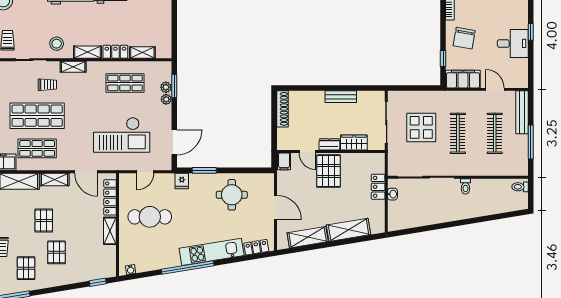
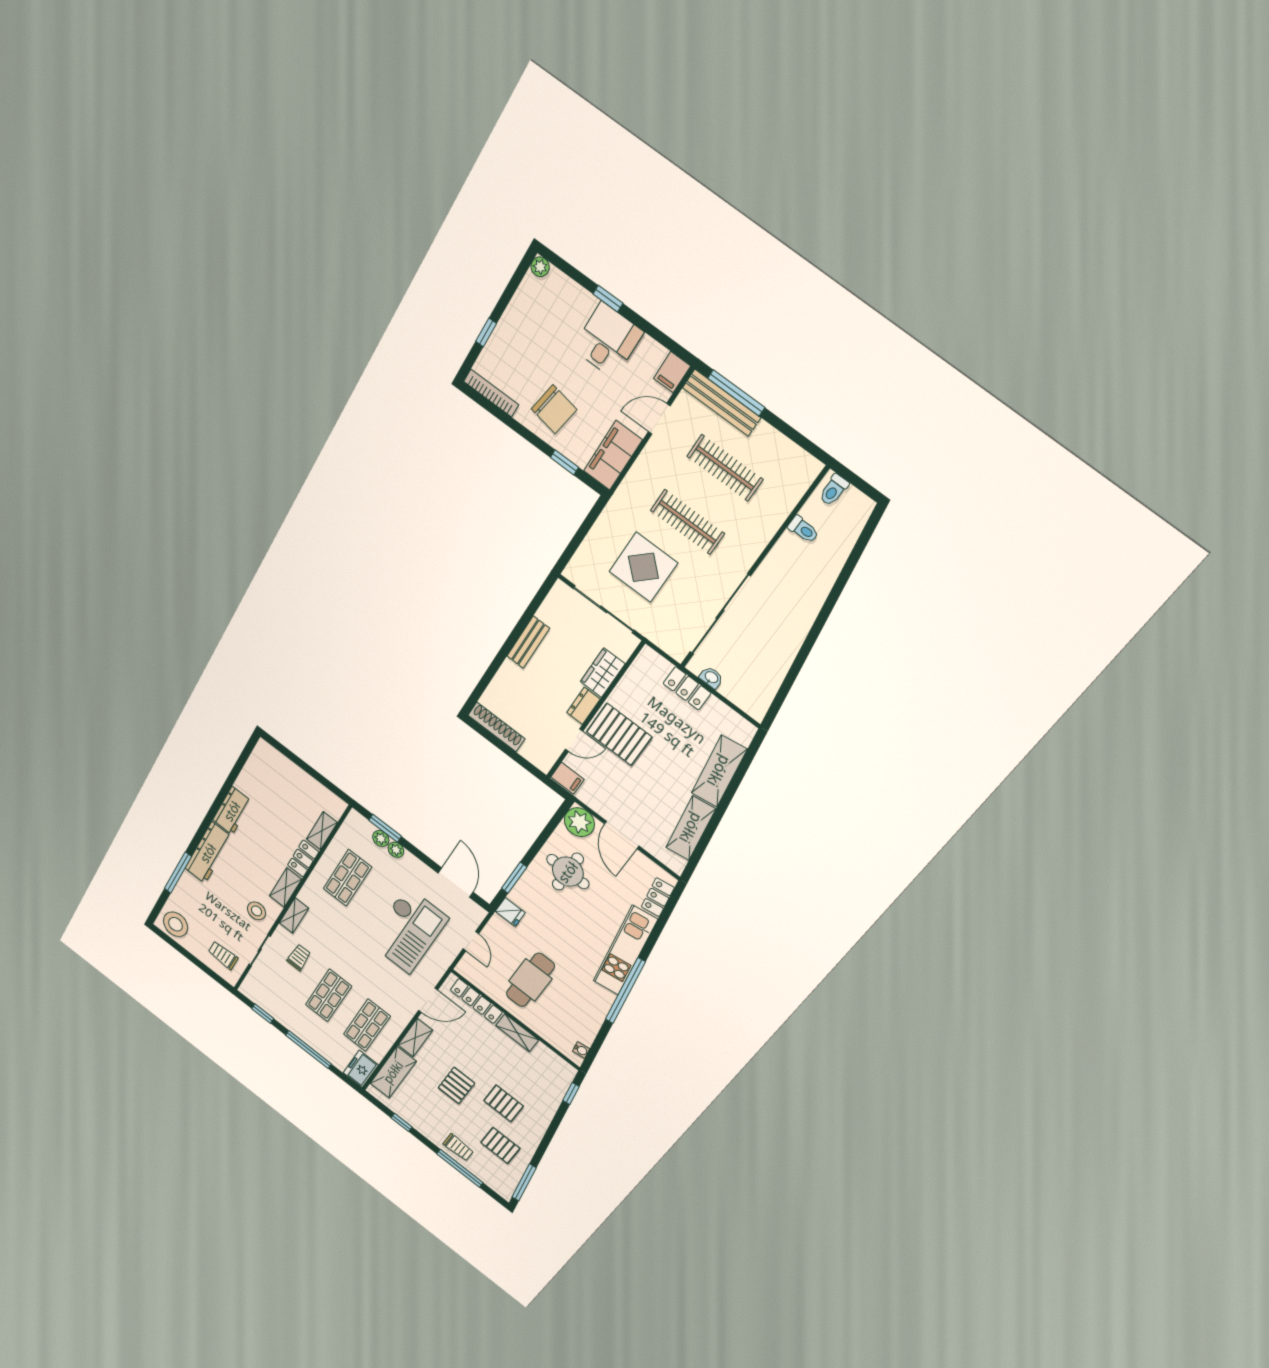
filing cabinet: (519, 82) -> (672, 372), added
shop shelf: (37, 116) -> (329, 995), width x0.70, depth x0.74
window: (531, 142) -> (736, 393), moved
plant: (265, 183) -> (579, 822), added
toilet: (465, 186) -> (803, 529), moved
door: (276, 207) -> (622, 835), swing flipped
pallet: (44, 221) -> (456, 1085), turned 90

